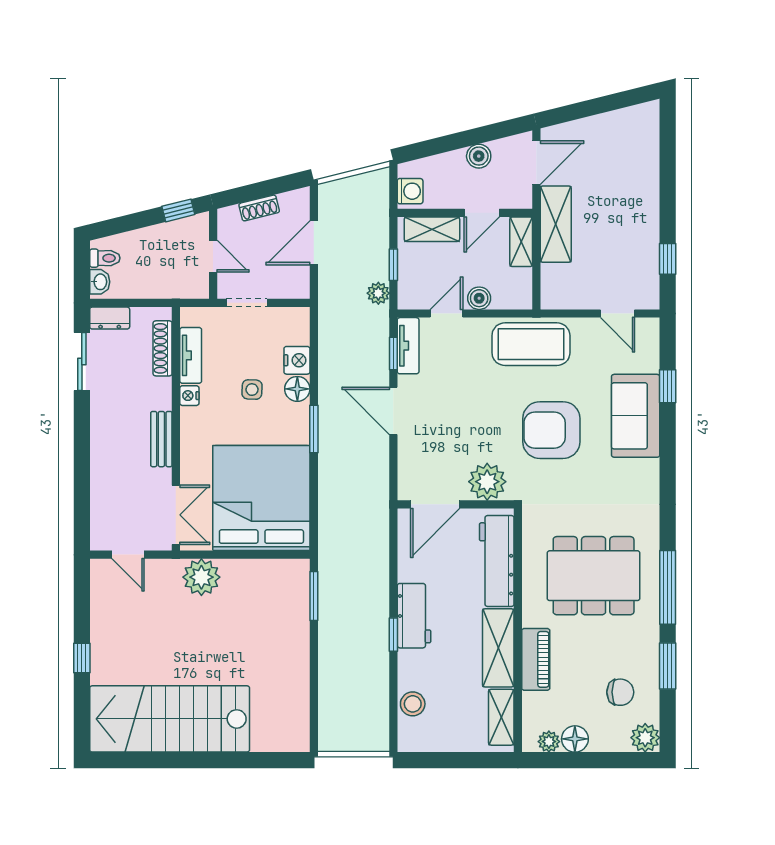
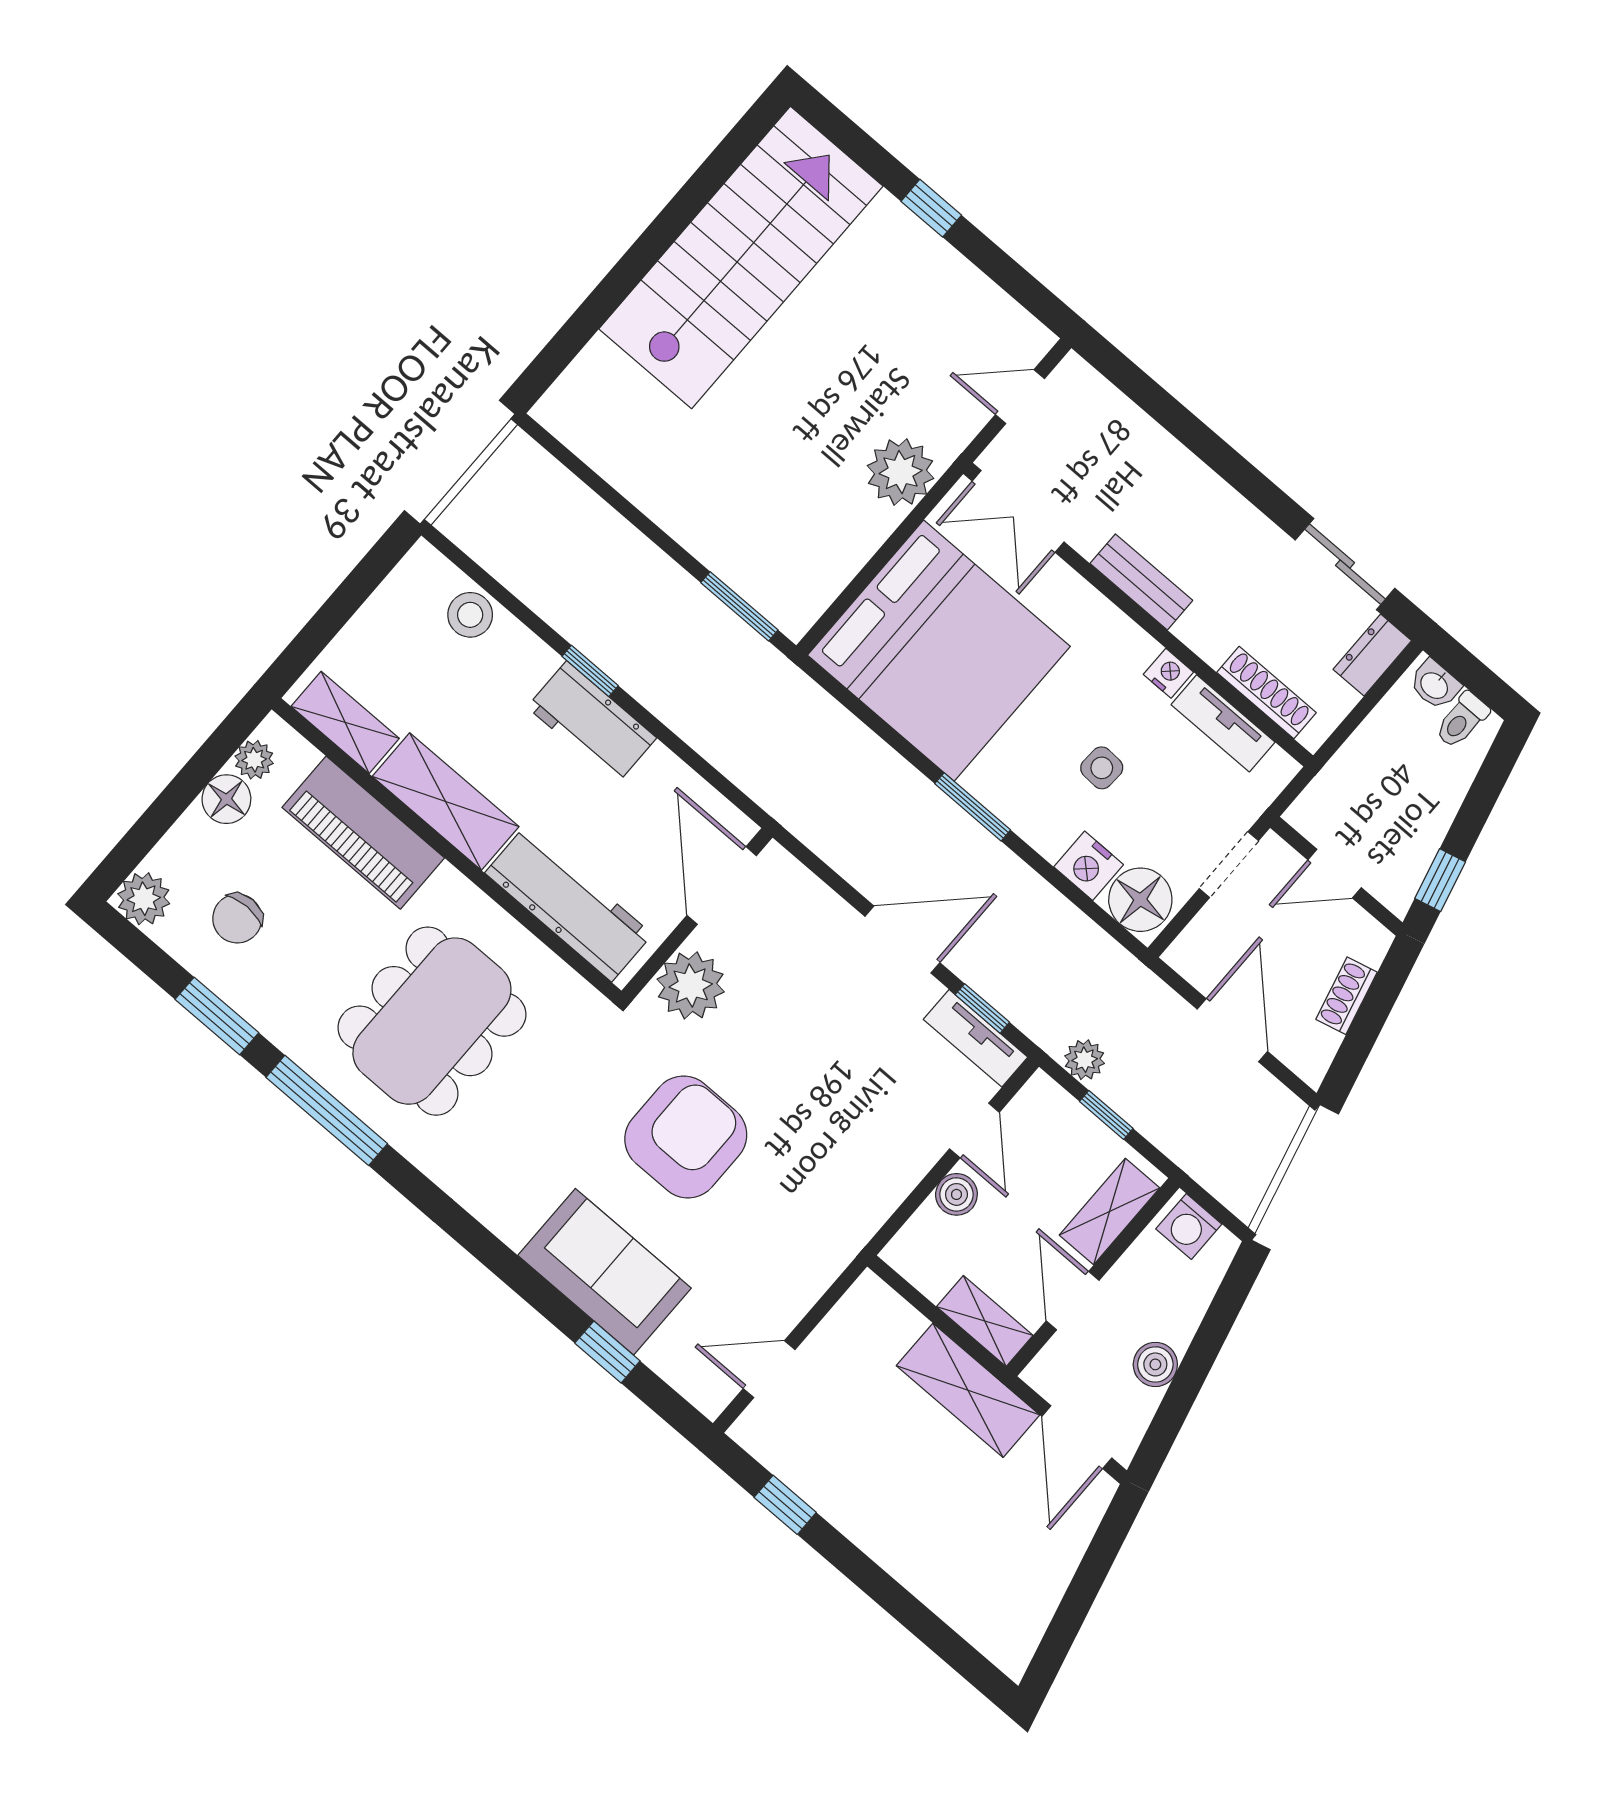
coffee table: (531, 344) -> (830, 1212), removed
floor lamp: (297, 389) -> (1140, 900), moved, width x1.38, depth x1.38
piano: (536, 659) -> (363, 833), width x1.37, depth x1.33

